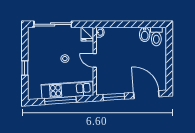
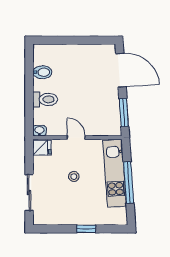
sliding door: (53, 24) -> (29, 193), width x0.73
toilet: (156, 37) -> (45, 99), moved
door: (95, 60) -> (76, 138), swing flipped
door: (146, 95) -> (121, 70), swing flipped

